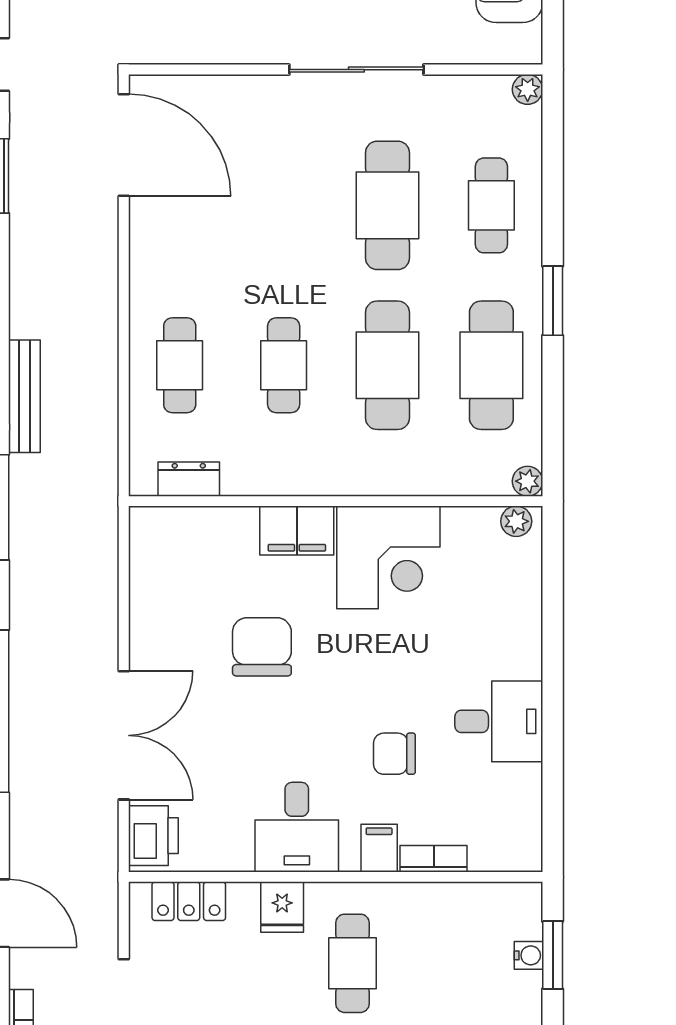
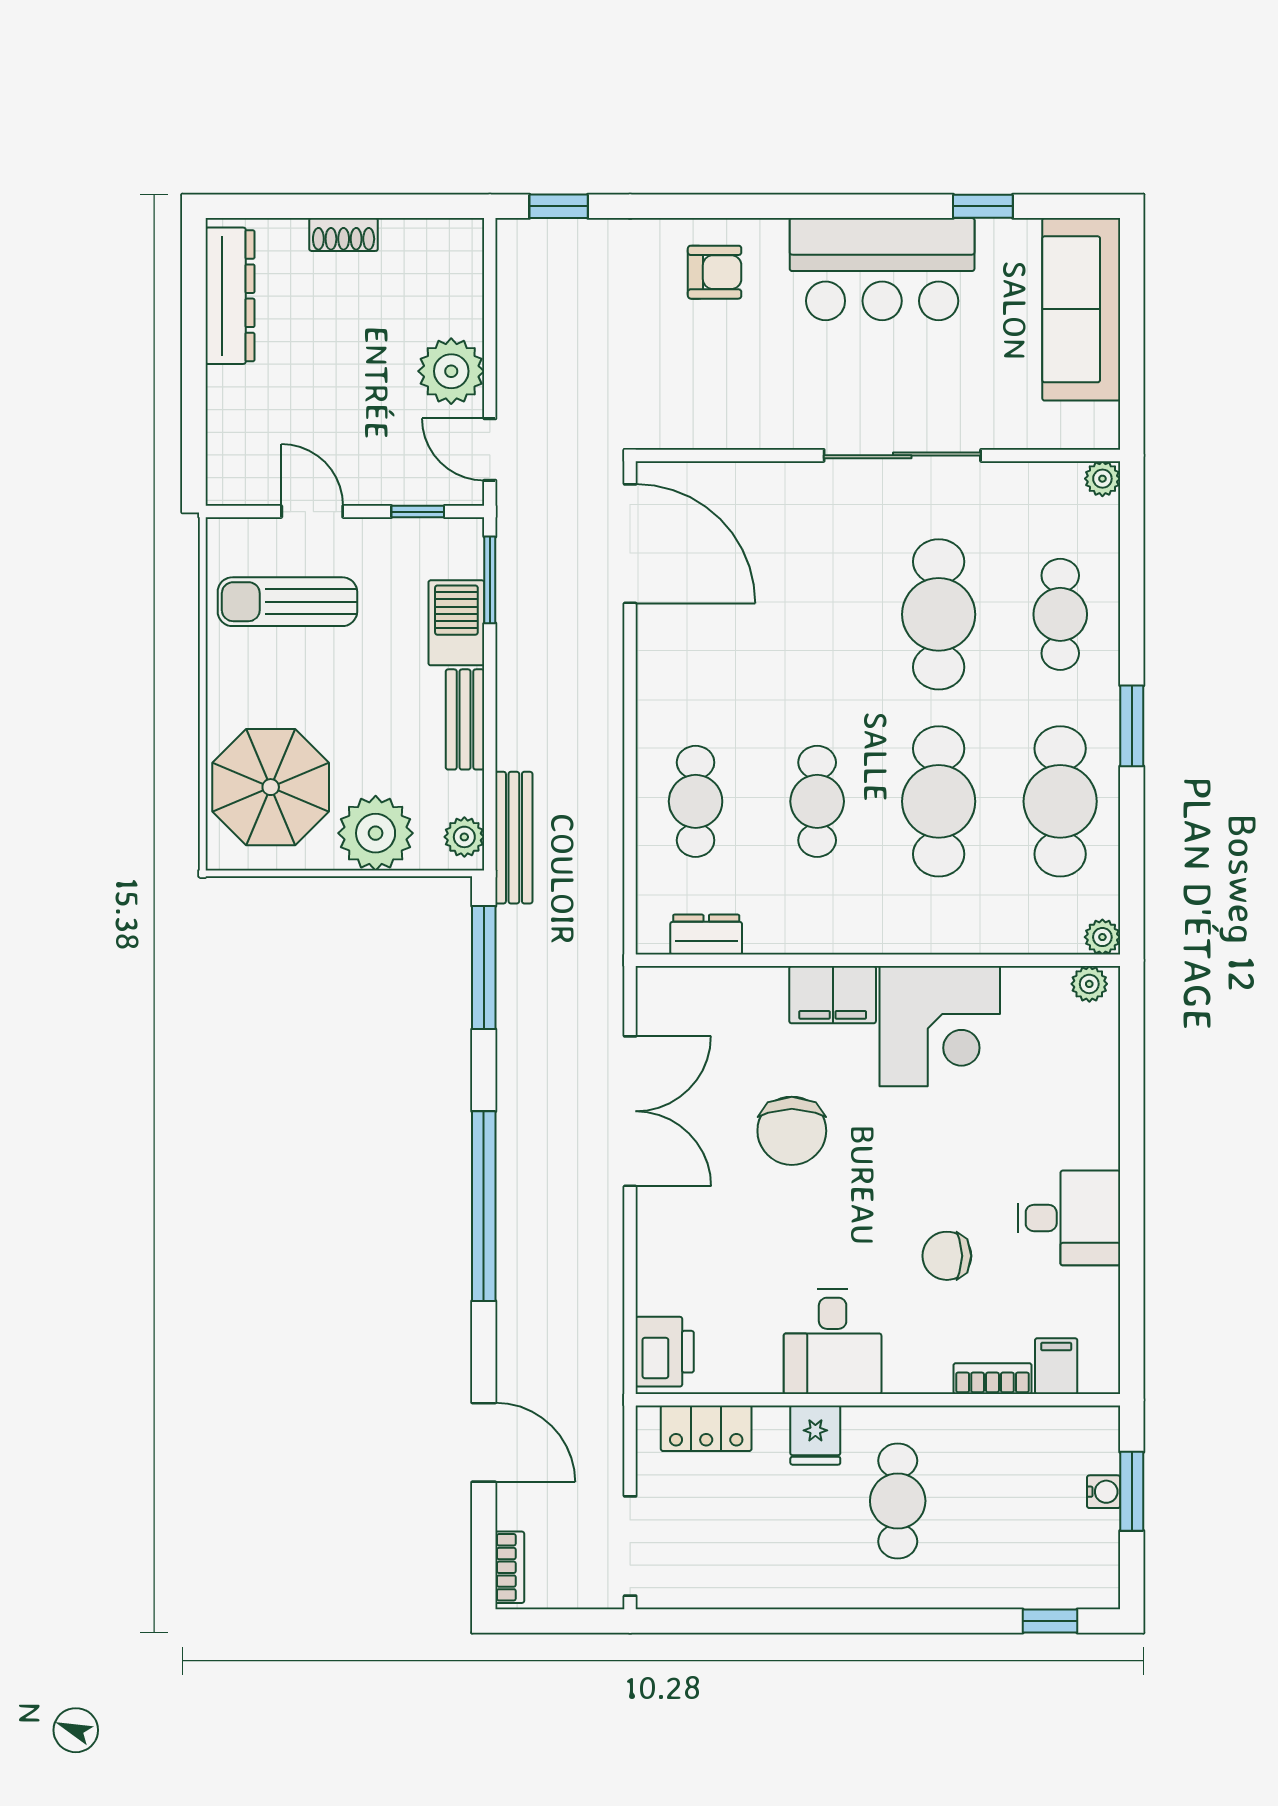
chair: (262, 647) -> (792, 1131), turned 180
double door: (124, 735) -> (630, 1111), moved
filing cabinet: (379, 848) -> (1056, 1366), moved

